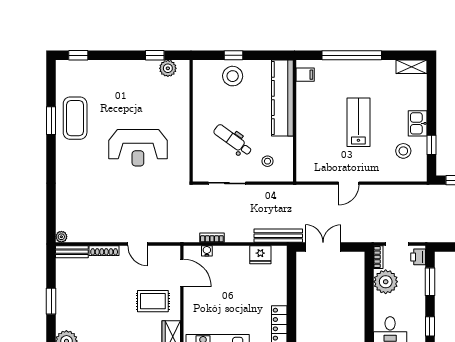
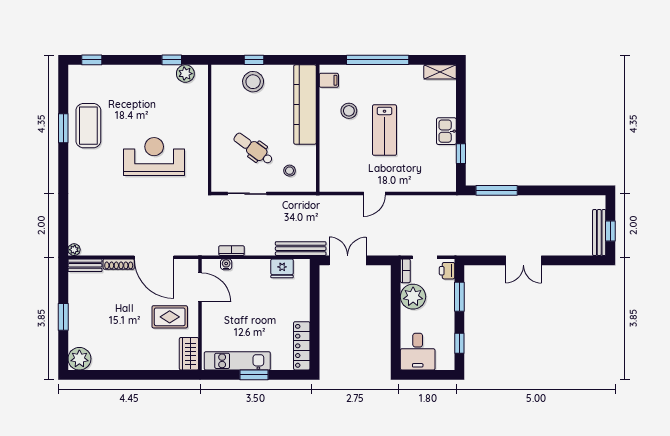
lab bench: (358, 122) -> (385, 130), turned 180
reception desk: (138, 148) -> (154, 157), turned 180
stool: (403, 151) -> (349, 111), moved
door: (138, 244) -> (154, 257), width x1.88

